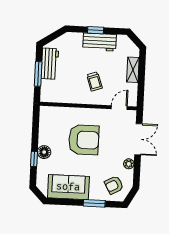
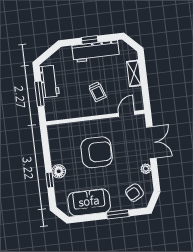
workbench: (99, 42) -> (96, 51), width x1.37

